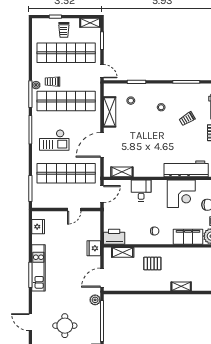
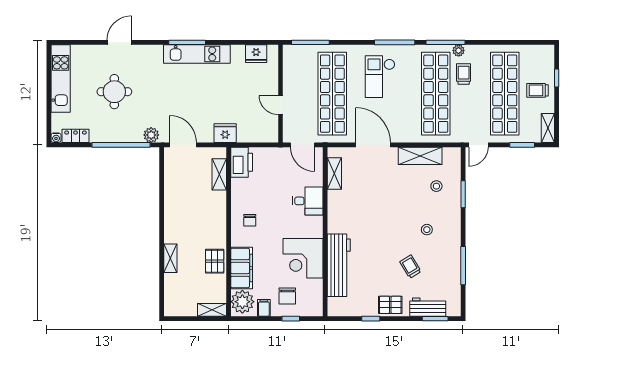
pallet: (152, 264) -> (215, 261), moved

